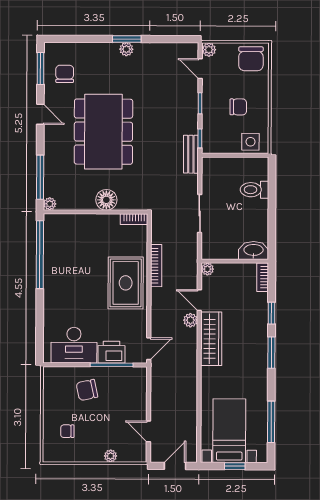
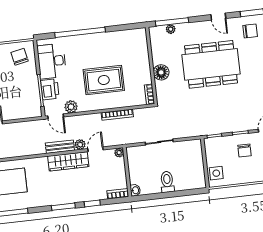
chair: (238, 107) -> (244, 150), moved
door: (40, 114) -> (218, 17), hinge flipped
bench: (191, 154) -> (60, 147), moved
toilet: (254, 190) -> (167, 182), moved
plant: (50, 204) -> (171, 29), moved
washbasin: (254, 250) -> (135, 190), width x0.52, depth x0.69
window: (40, 255) -> (80, 32), moved
rug: (126, 283) -> (104, 80), moved
plant: (138, 326) -> (71, 107), added
chair: (87, 390) -> (20, 57), moved

